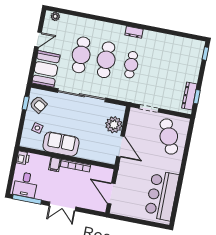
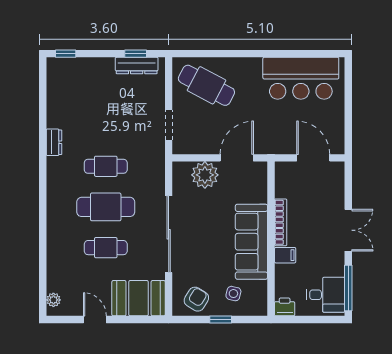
dresser: (134, 32) -> (54, 142), moved
cafe table: (81, 55) -> (106, 248), width x0.73, depth x0.74
window: (26, 103) -> (221, 320), moved
cafe table: (169, 137) -> (206, 85), turned 51
sofa: (61, 144) -> (251, 242), width x1.36
door: (111, 193) -> (313, 158), swing flipped

